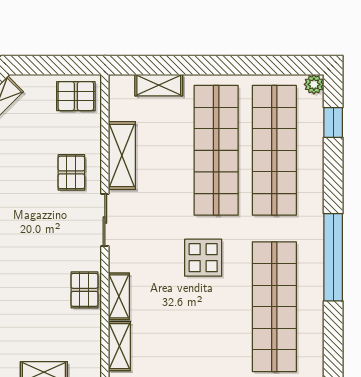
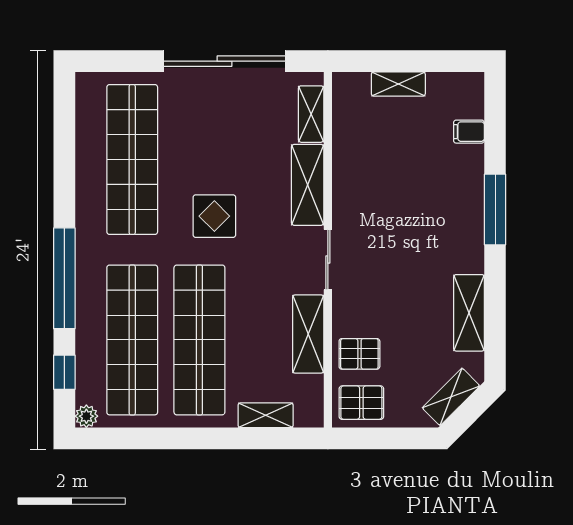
pallet: (71, 172) -> (359, 354), moved, turned 90
window: (333, 257) -> (64, 278), moved
pallet: (84, 290) -> (351, 179), removed
shelving: (119, 296) -> (308, 185), width x1.50, depth x1.33

